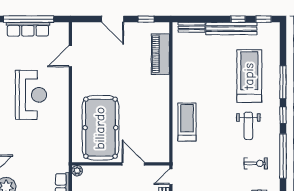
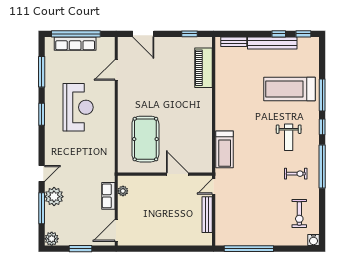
door: (113, 19) -> (143, 34), moved
treadmill: (249, 76) -> (290, 89), turned -90
treadmill: (187, 122) -> (225, 149), moved, turned 180
pool table: (100, 128) -> (145, 139), width x0.73, depth x0.76
plant: (77, 171) -> (123, 191), moved

